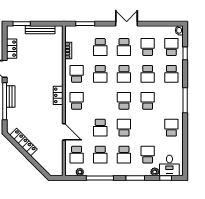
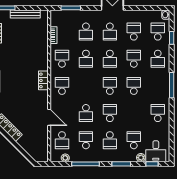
school desk: (148, 74) -> (134, 59), turned 180
school desk: (100, 155) -> (86, 140), turned 180

